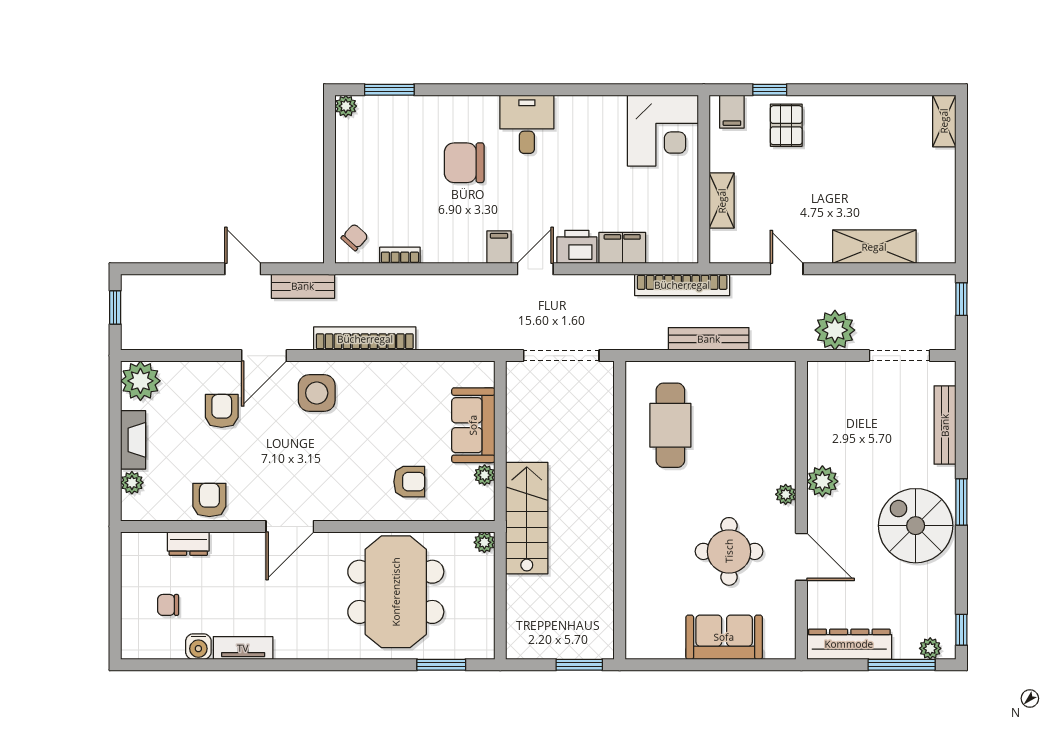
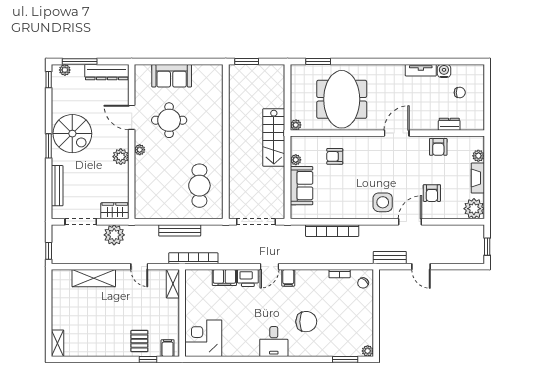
shelving: (722, 201) -> (173, 284), moved
bookcase: (365, 339) -> (332, 231), moved
wardrobe: (834, 377) -> (115, 211), added

